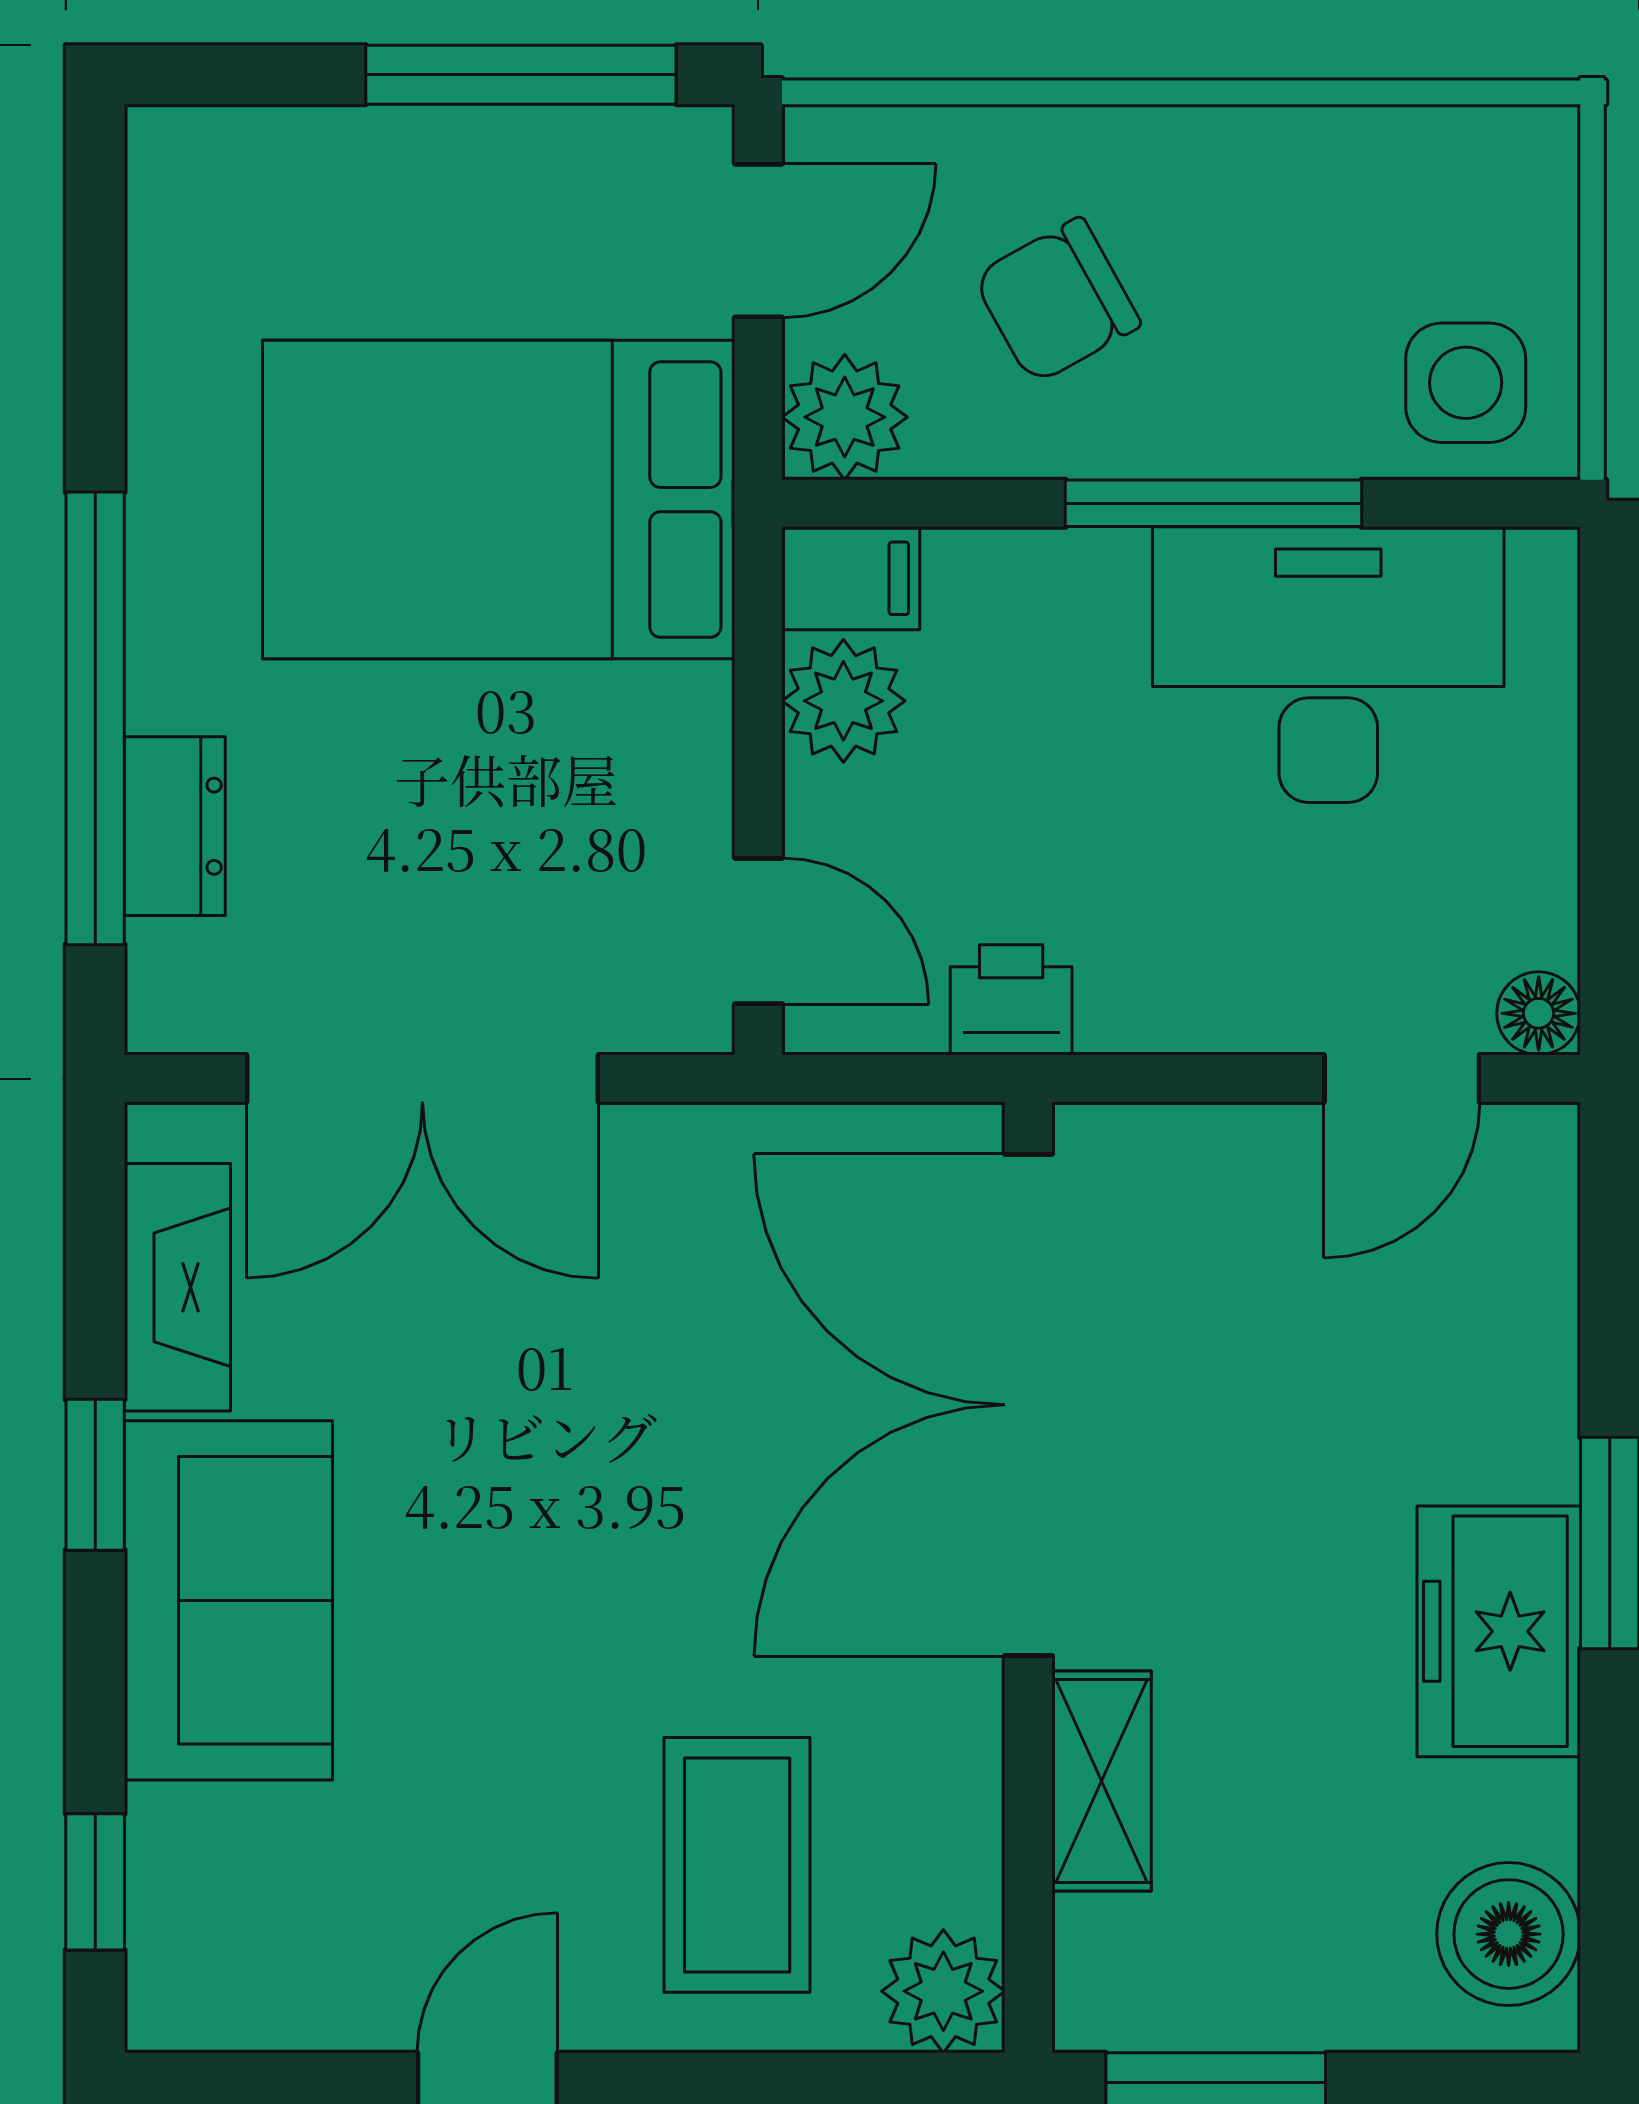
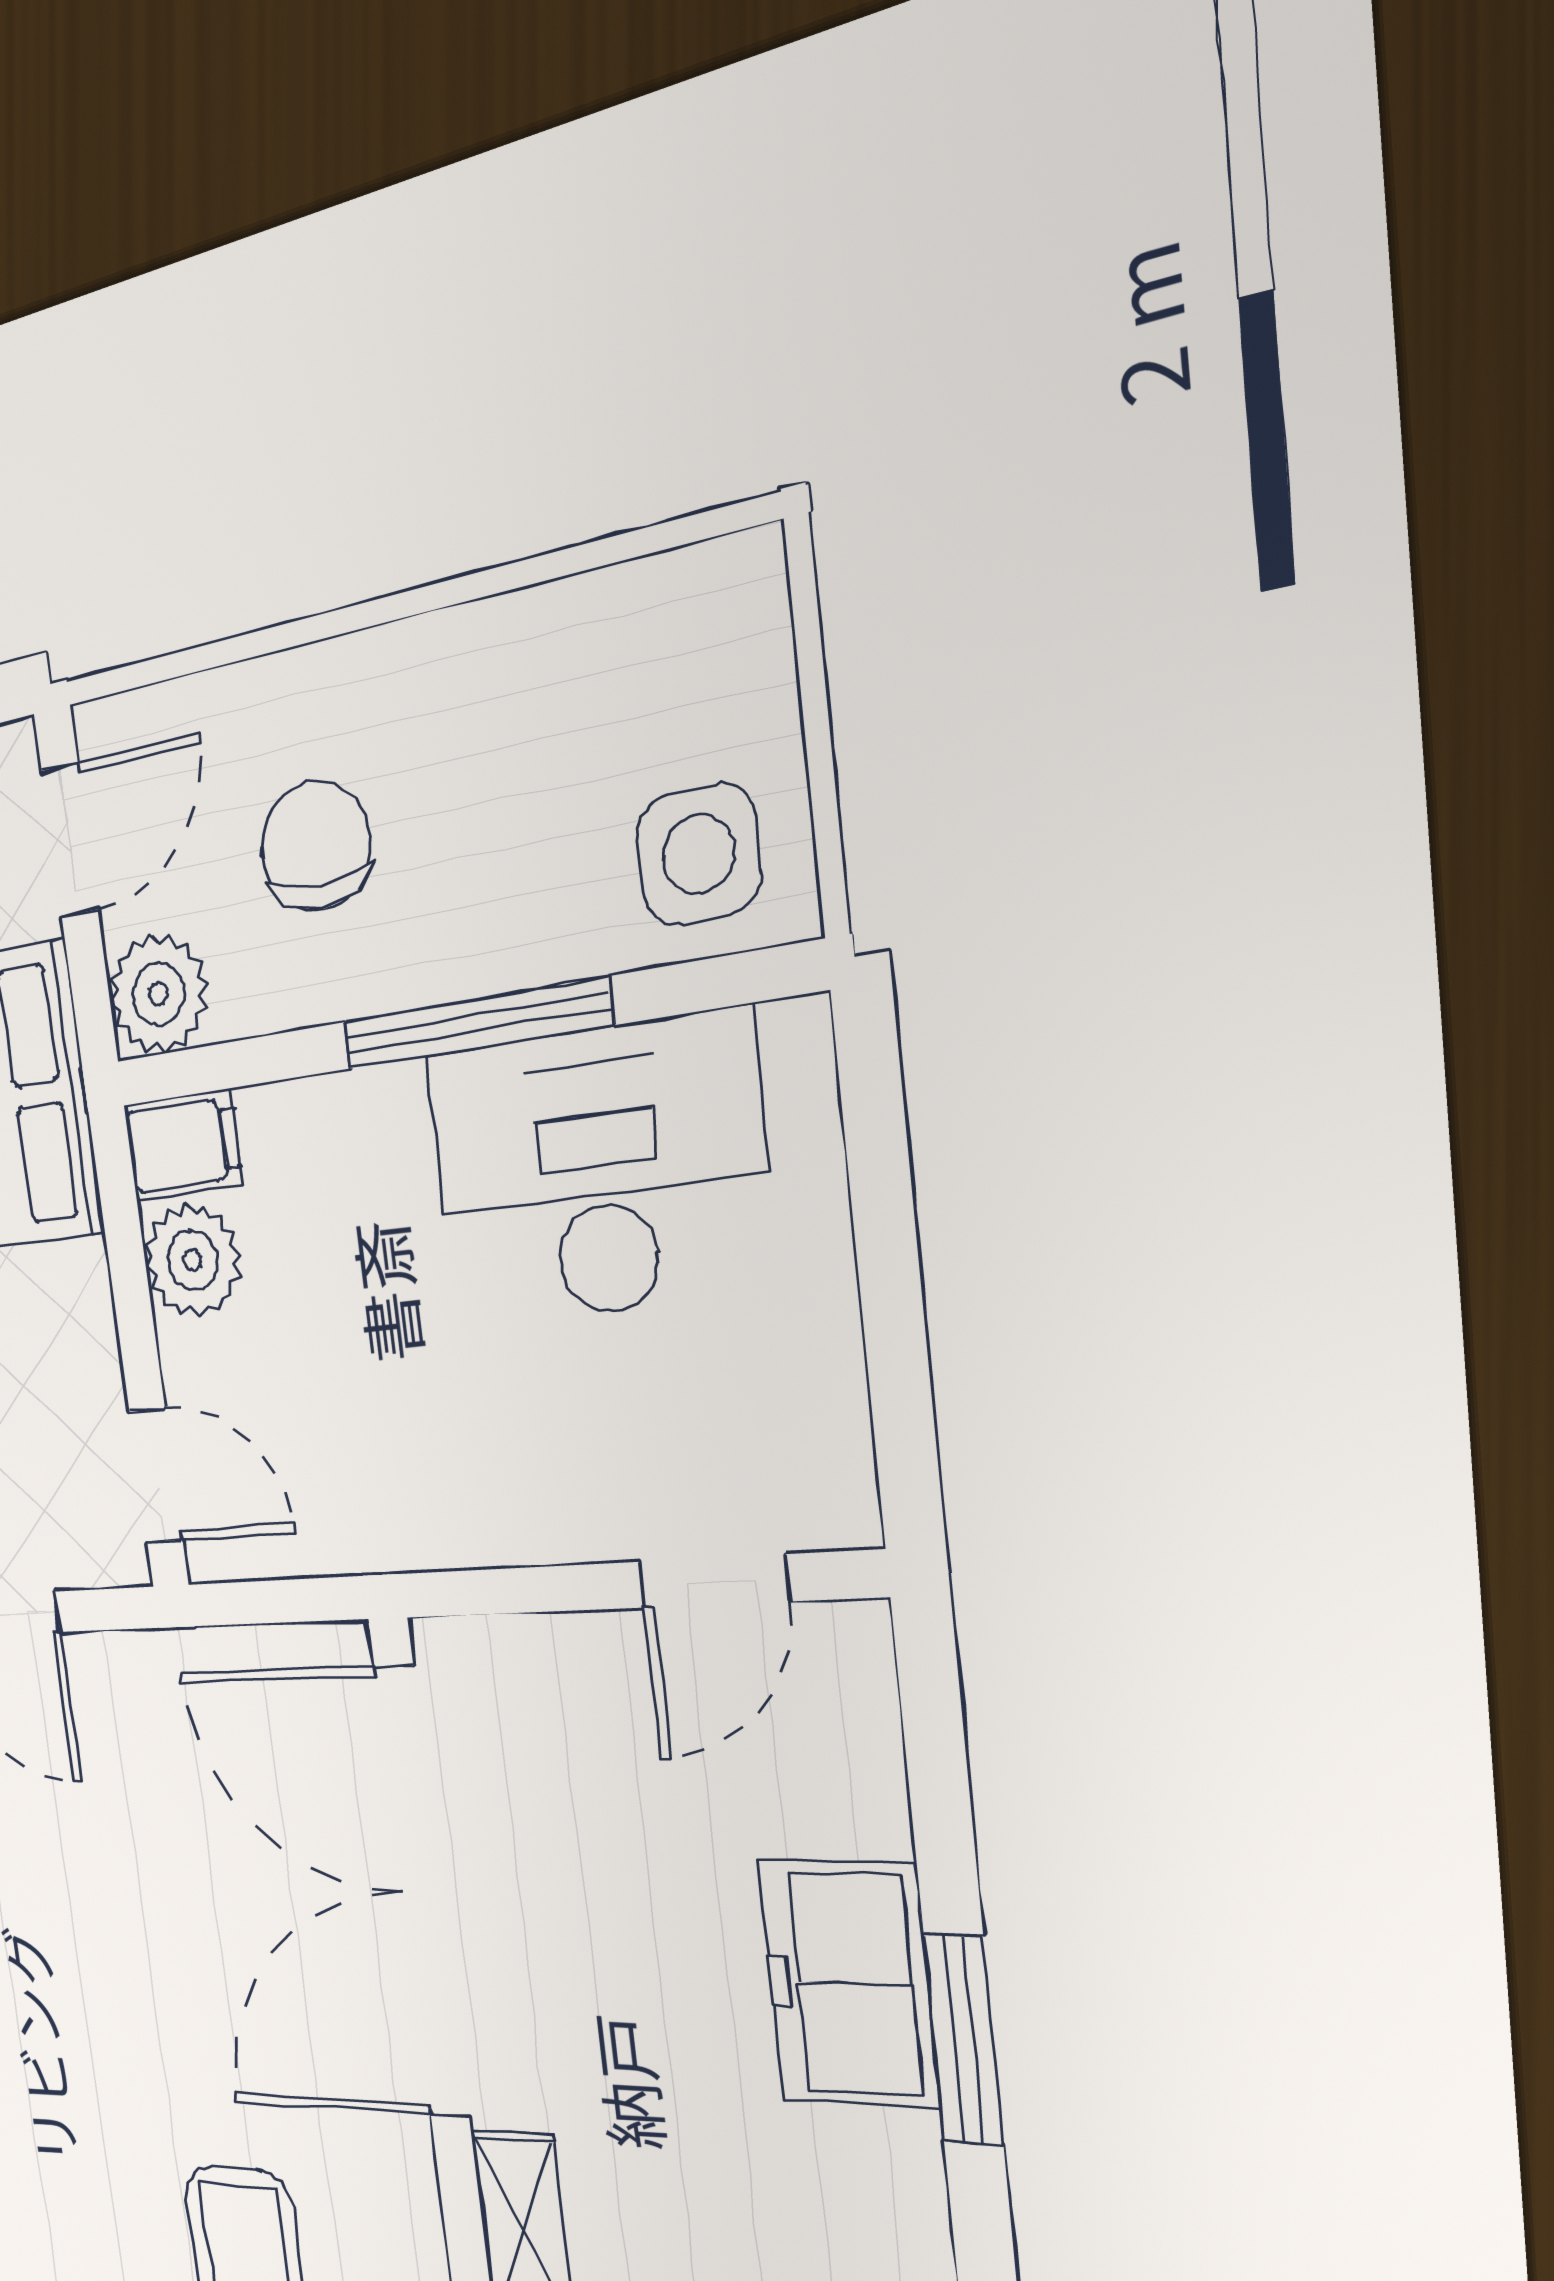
chair: (1057, 301) -> (316, 846), turned 119
printer: (1011, 1000) -> (362, 1525), removed
floor lamp: (1539, 1013) -> (839, 1509), removed
freezer: (1499, 1631) -> (849, 1984), moved

